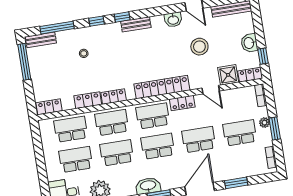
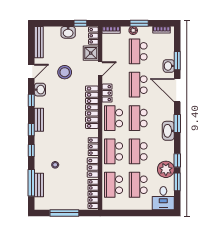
window: (158, 11) -> (31, 100), added
bench: (41, 40) -> (39, 185), moved
window: (24, 62) -> (64, 213), moved
locker: (49, 107) -> (93, 194), width x1.53
washbasin: (228, 173) -> (169, 66), added

